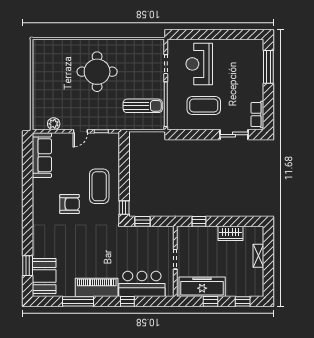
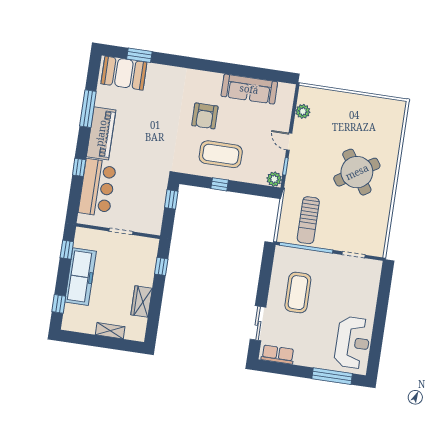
reception desk: (199, 64) -> (353, 343), moved, turned 90
round table: (97, 72) -> (357, 172), turned -33
plant: (113, 139) -> (274, 179), added
sofa: (42, 155) -> (249, 89), moved
window: (124, 208) -> (220, 184), moved
freezer: (202, 287) -> (80, 277), moved
window: (210, 301) -> (67, 250), moved

